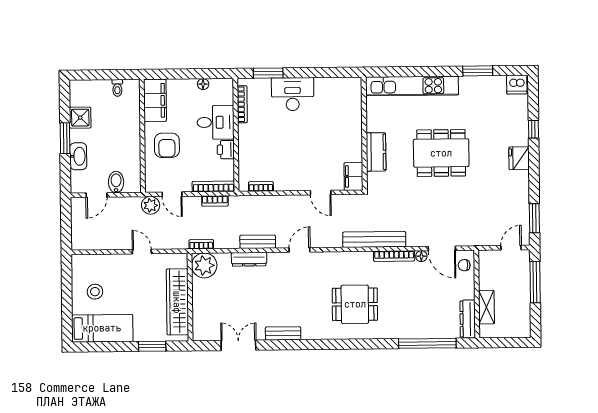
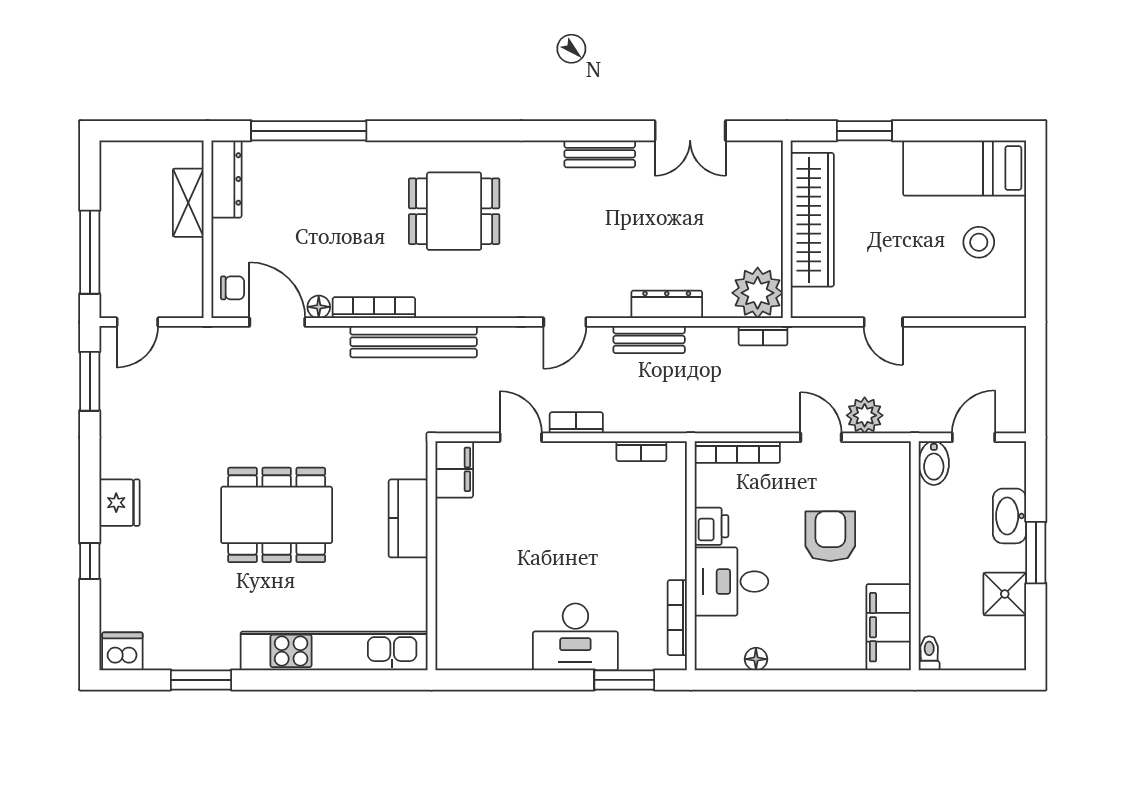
filing cabinet: (155, 100) -> (889, 627), moved
wall: (142, 136) -> (915, 556), moved
bookcase: (215, 201) -> (576, 423), moved

